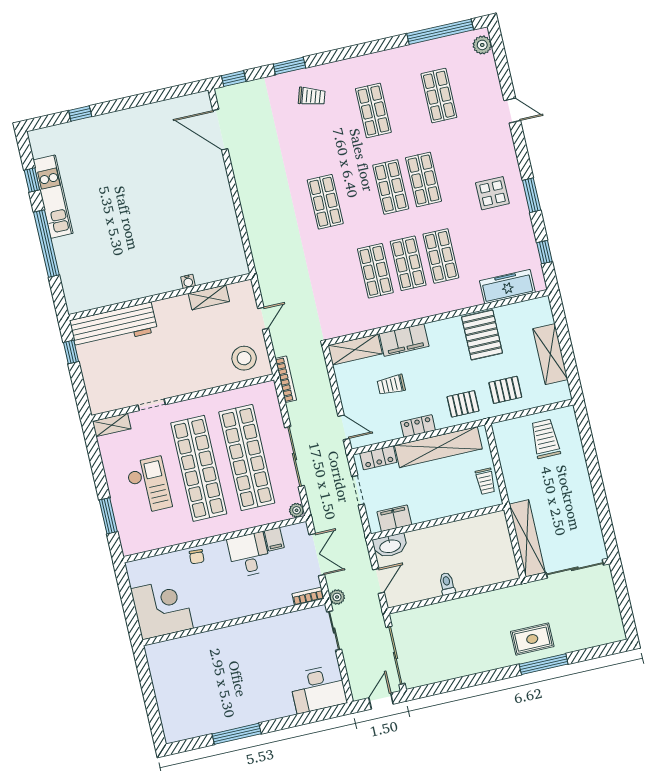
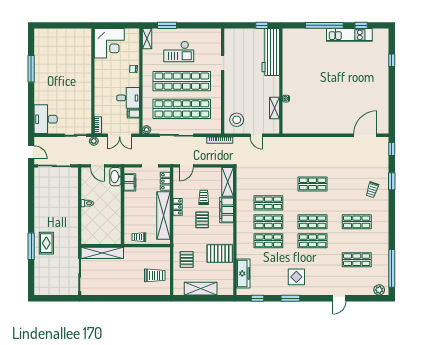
pallet: (463, 404) -> (202, 220), moved
shelving: (112, 425) -> (147, 39), moved

